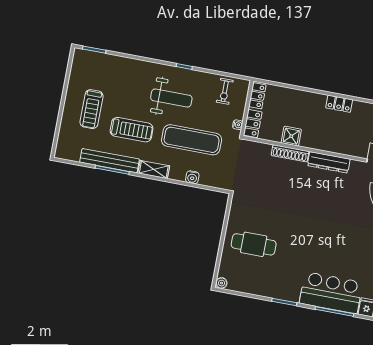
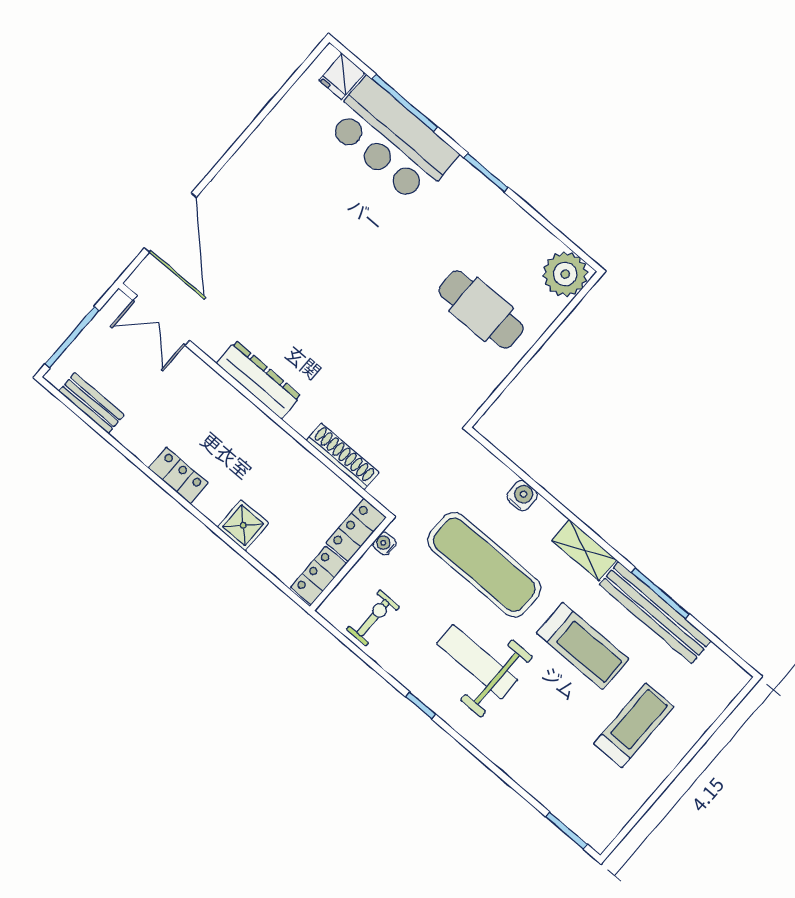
treadmill: (132, 130) -> (583, 646), turned 180
shower: (291, 136) -> (243, 525), moved
shoe rack: (290, 153) -> (343, 456), moved
plant: (221, 283) -> (565, 274), width x1.87, depth x1.87

